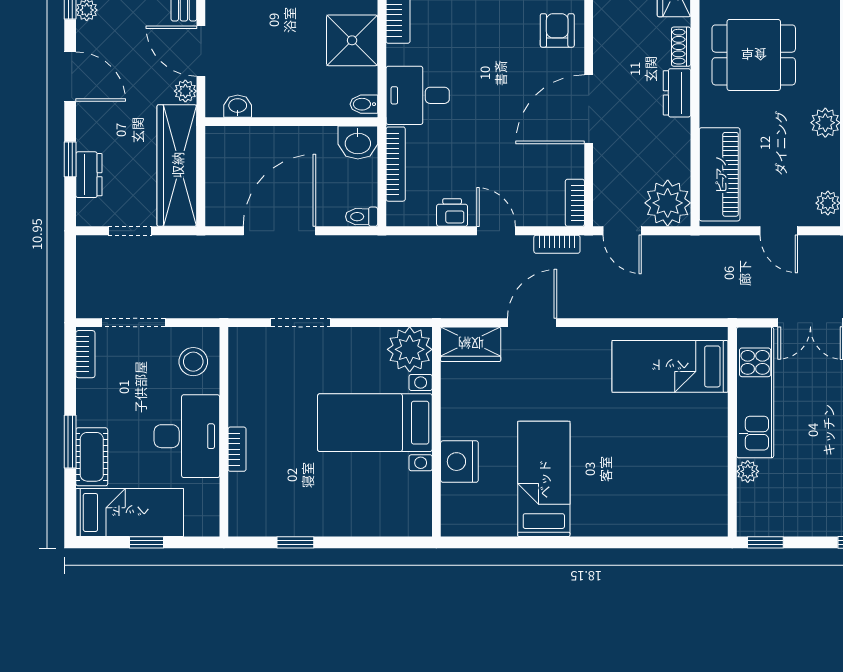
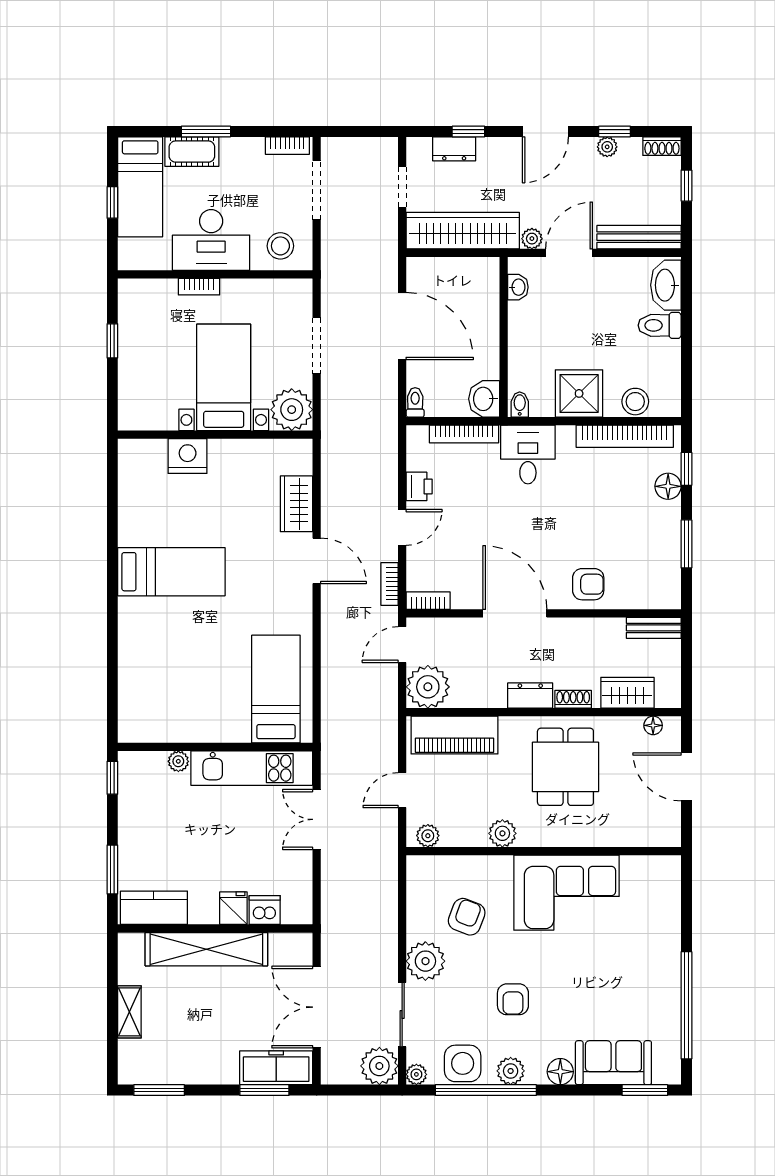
plant: (410, 349) -> (292, 410), moved
bed with nightstands: (375, 423) -> (224, 377), moved
wall: (436, 432) -> (215, 435), moved
nightstand: (459, 462) -> (188, 456), moved

